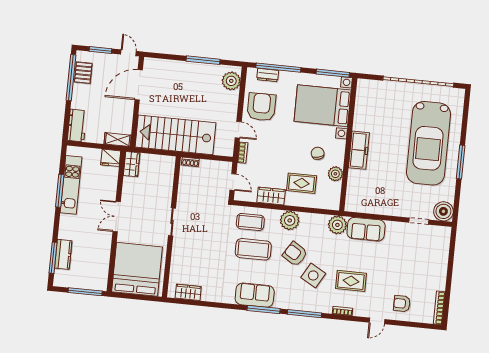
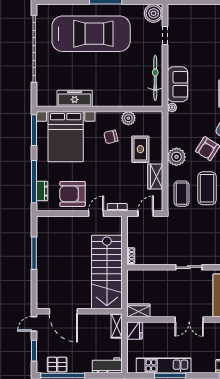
plant: (231, 81) -> (51, 225), removed
freezer: (359, 150) -> (75, 98), moved
bicycle: (375, 206) -> (155, 78), added
plant: (337, 225) -> (172, 107), width x0.53, depth x0.53

